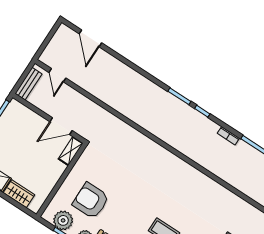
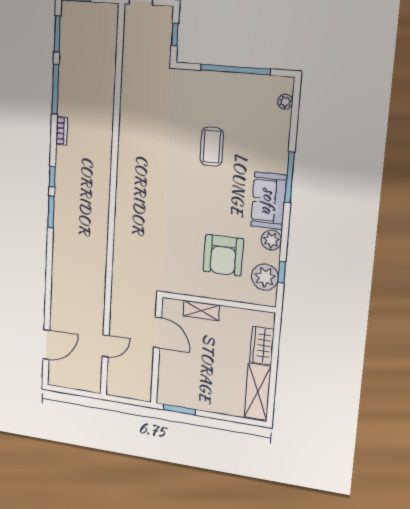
door: (57, 75) -> (106, 346), moved
bench: (29, 84) -> (132, 392), removed
shelving: (71, 151) -> (201, 311), moved

